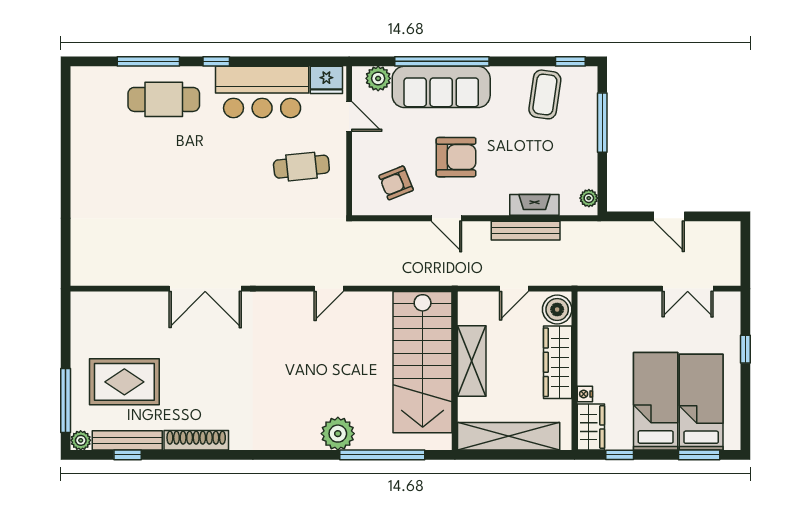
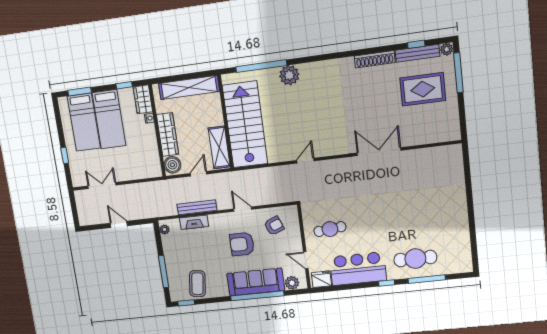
shelving: (472, 361) -> (219, 147), moved

